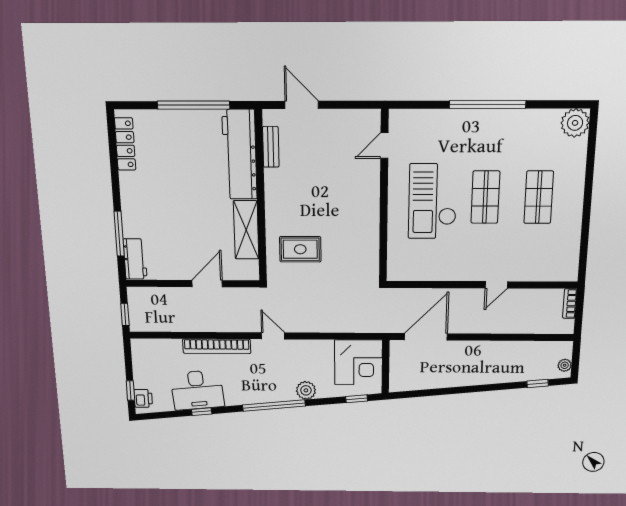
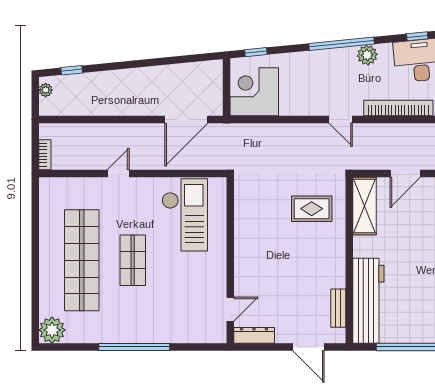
dresser: (359, 117) -> (254, 335), added
shop shelf: (539, 197) -> (82, 260), width x2.00, depth x1.36
checkout: (433, 201) -> (185, 215), moved
shelving: (246, 230) -> (364, 206), moved
plant: (306, 390) -> (367, 55), moved

